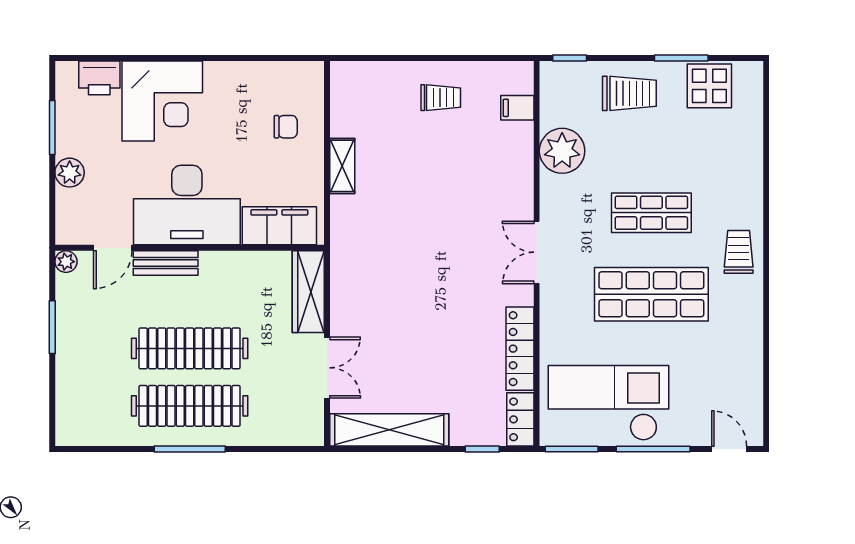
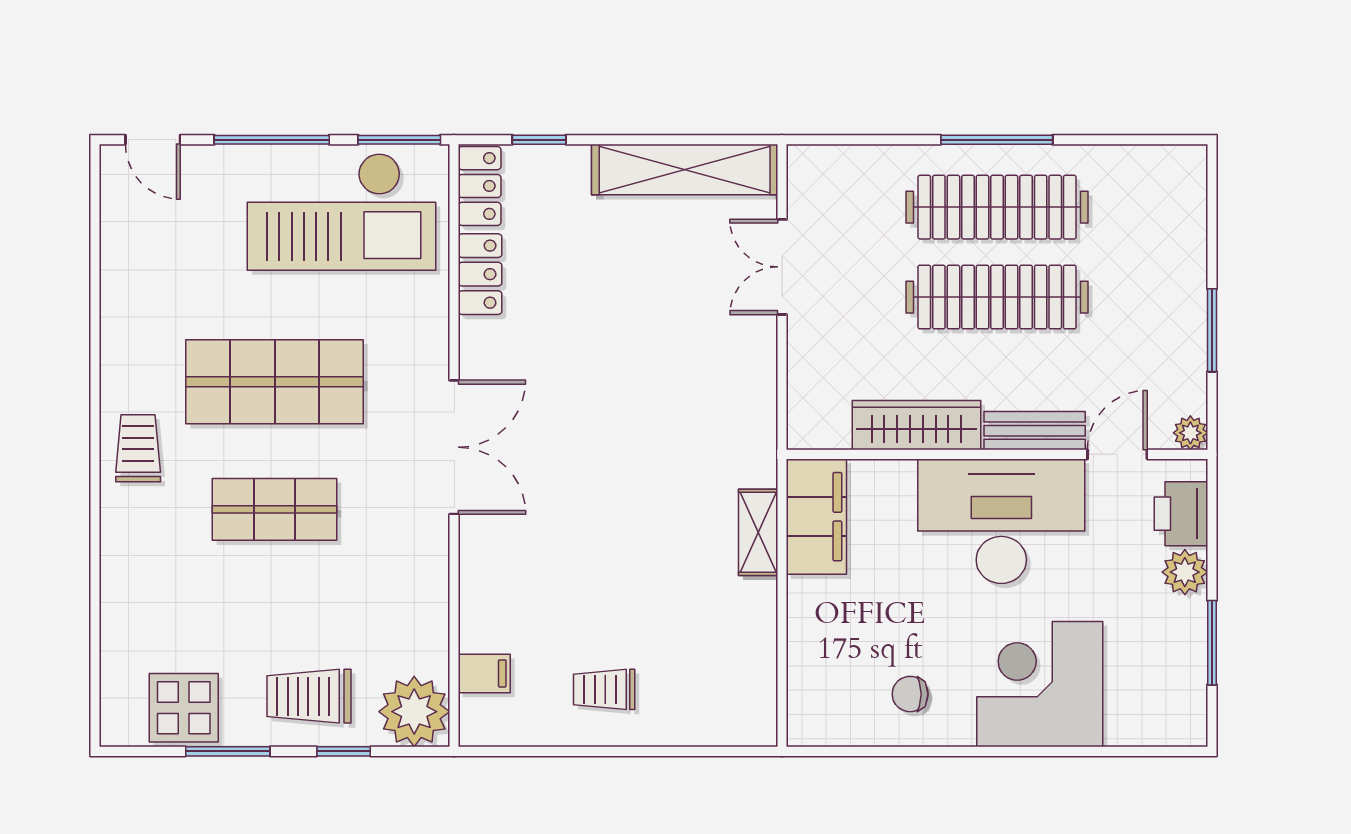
window: (570, 58) -> (344, 751), moved
printer: (99, 78) -> (1181, 514), moved, turned -90
chair: (286, 127) -> (910, 694), moved
plant: (562, 151) -> (414, 712), moved
shelving: (342, 166) -> (758, 532), moved
filing cabinet: (279, 226) -> (816, 517), moved, turned -90
double door: (537, 252) -> (454, 447), width x1.37
trolley: (739, 252) -> (138, 448), turned 180
wardrobe: (308, 292) -> (916, 425), moved, turned -90
locker: (520, 349) -> (480, 274), width x0.66

